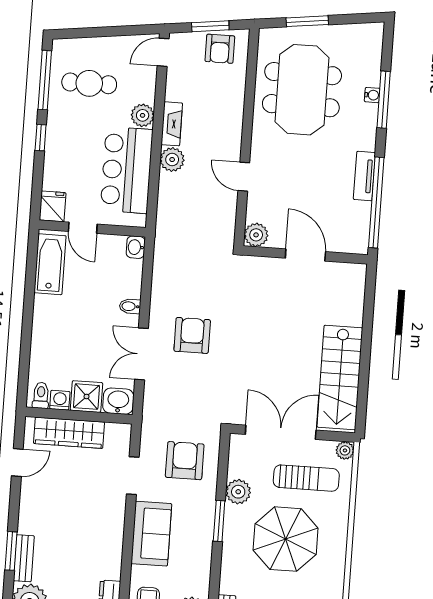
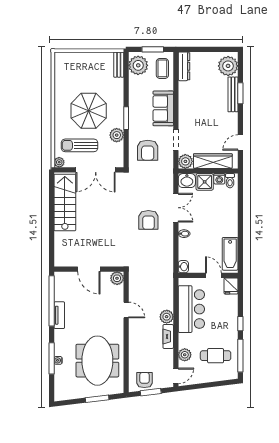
plant: (143, 115) -> (185, 355), moved
plant: (118, 436) -> (185, 161), added
bench: (24, 558) -> (233, 94), width x1.36

